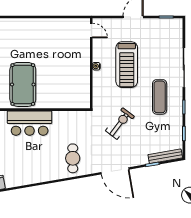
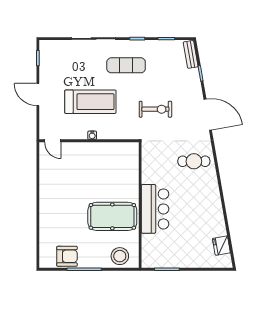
door: (91, 31) -> (53, 141), swing flipped
exercise bike: (120, 124) -> (155, 109), turned 143
bench: (165, 156) -> (191, 54), width x0.73
door: (115, 171) -> (208, 115), hinge flipped

